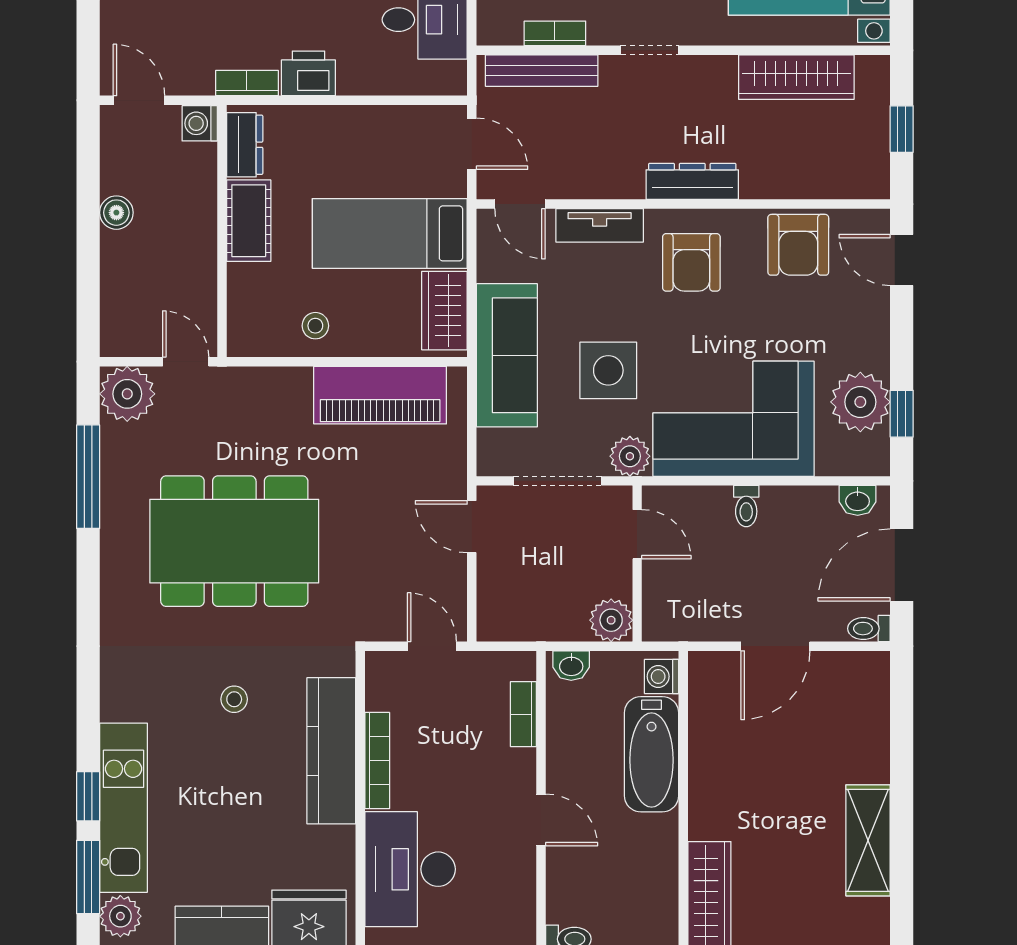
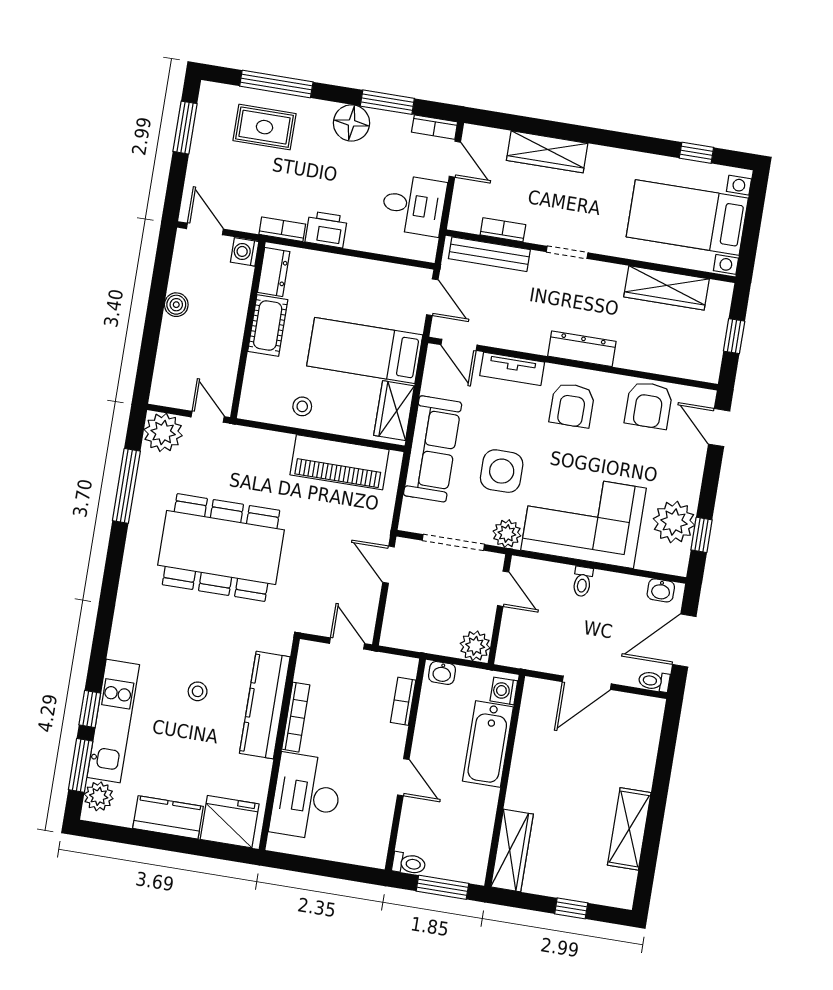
stool: (234, 699) -> (198, 691), moved

